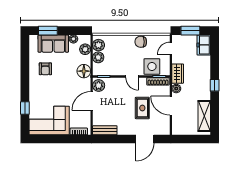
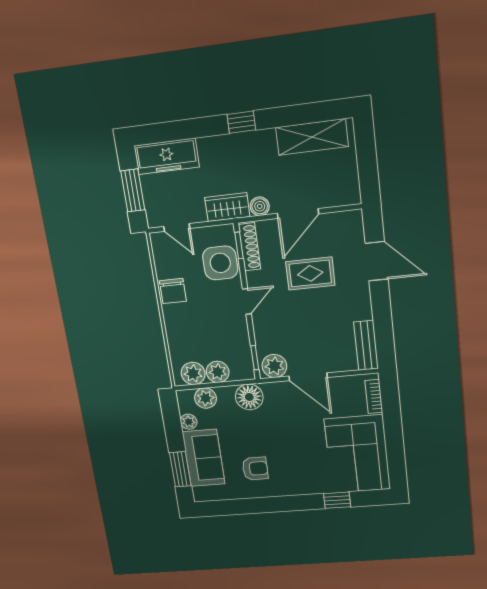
freezer: (204, 45) -> (167, 156), width x1.40

